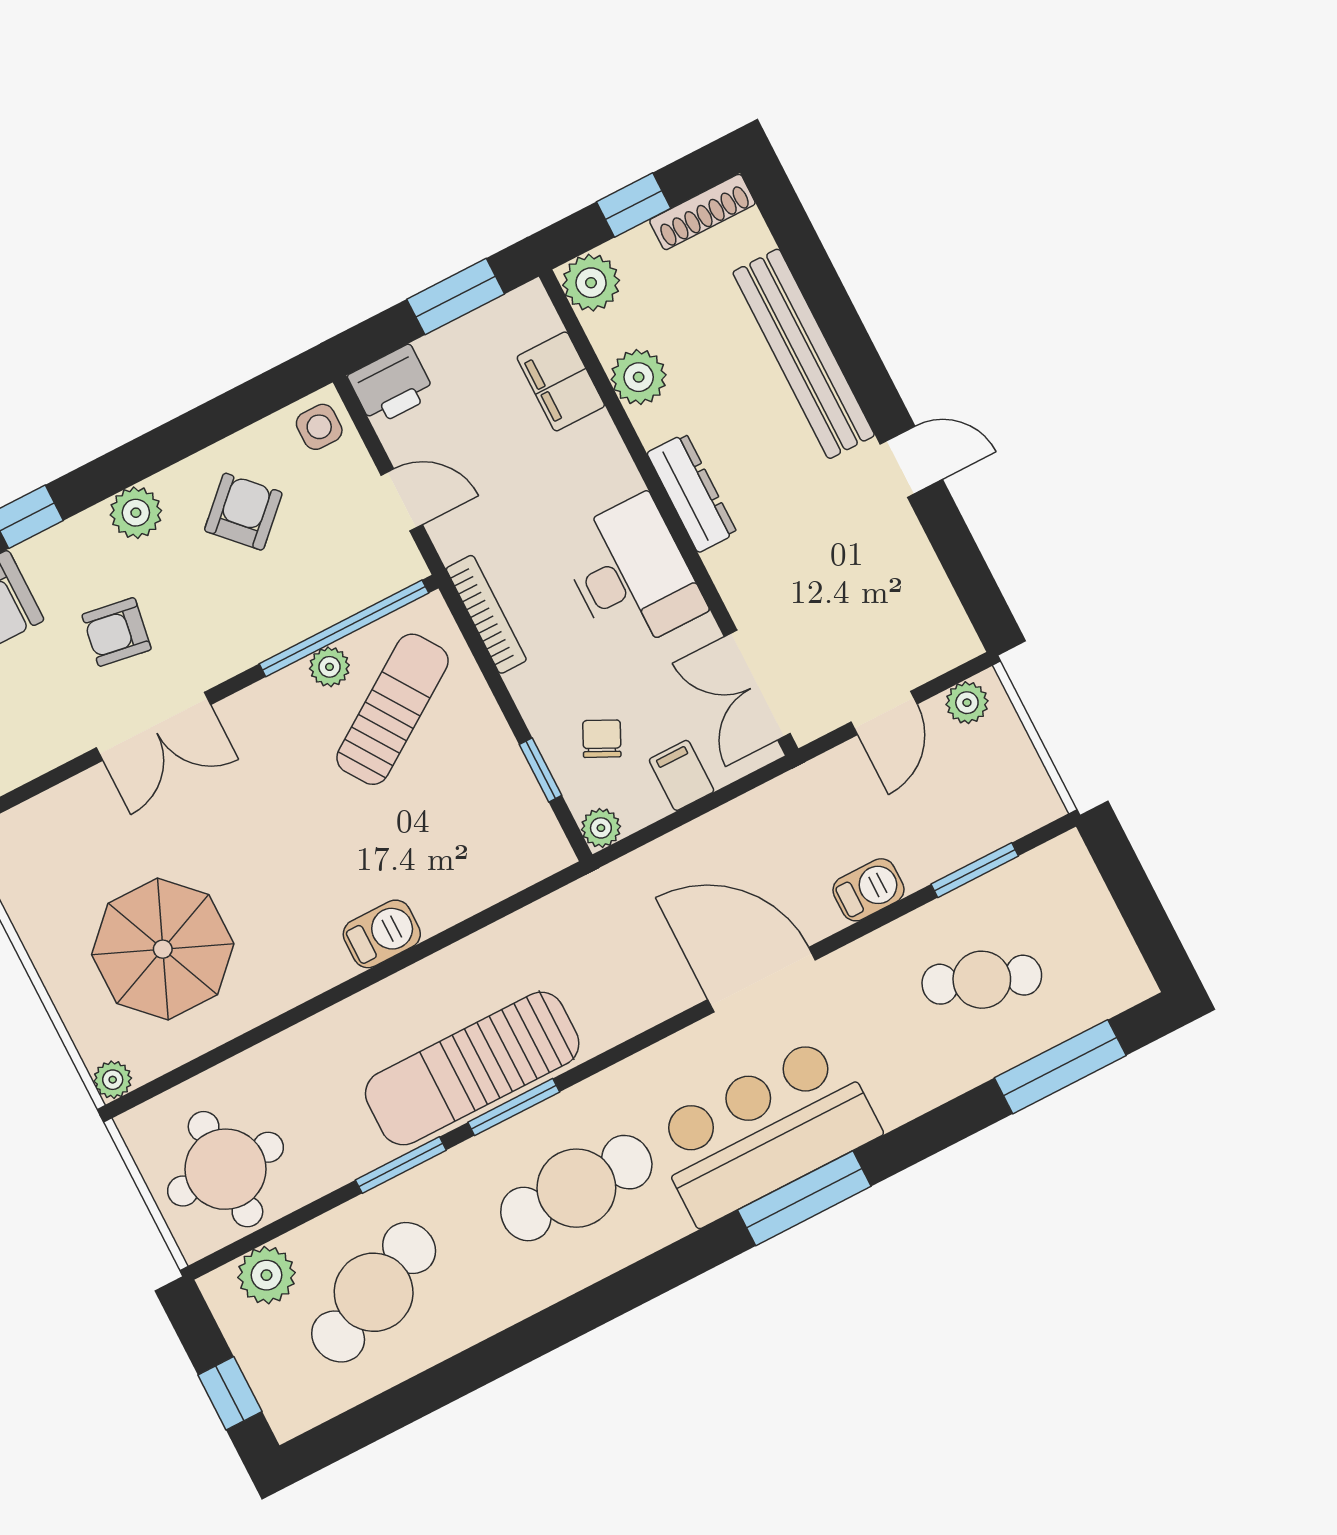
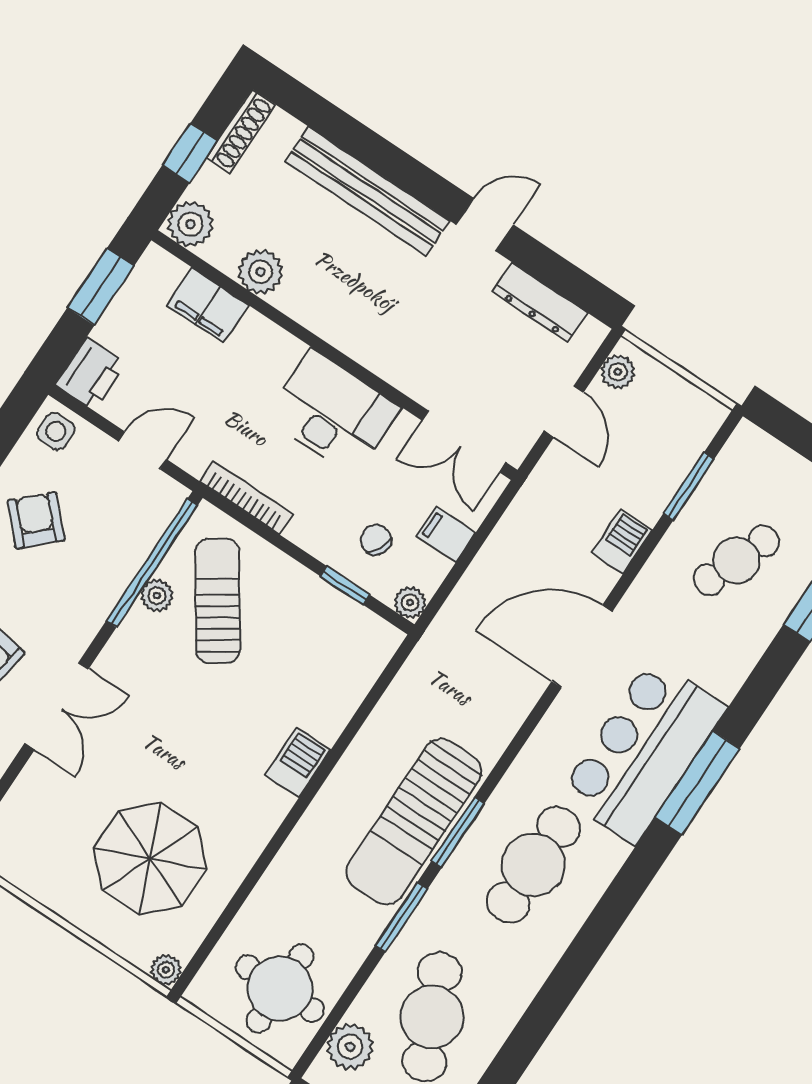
dresser: (692, 493) -> (540, 302), moved, turned 180

